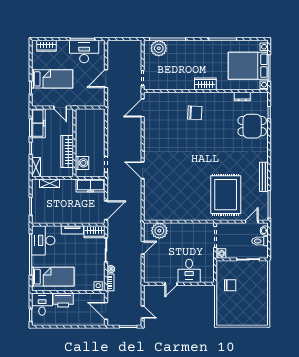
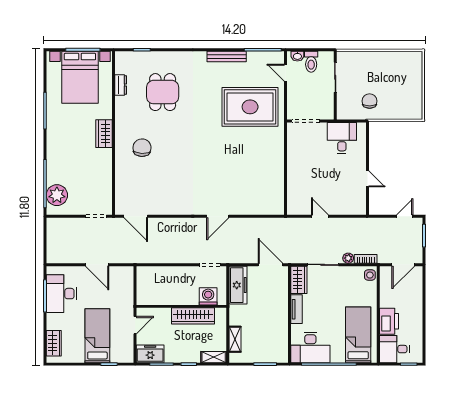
freezer: (38, 123) -> (150, 354), width x0.71
dining table: (252, 126) -> (163, 92), moved
plant: (159, 231) -> (297, 194), removed
washing machine: (221, 254) -> (328, 113), removed
desk: (189, 271) -> (342, 138), moved, turned -90

